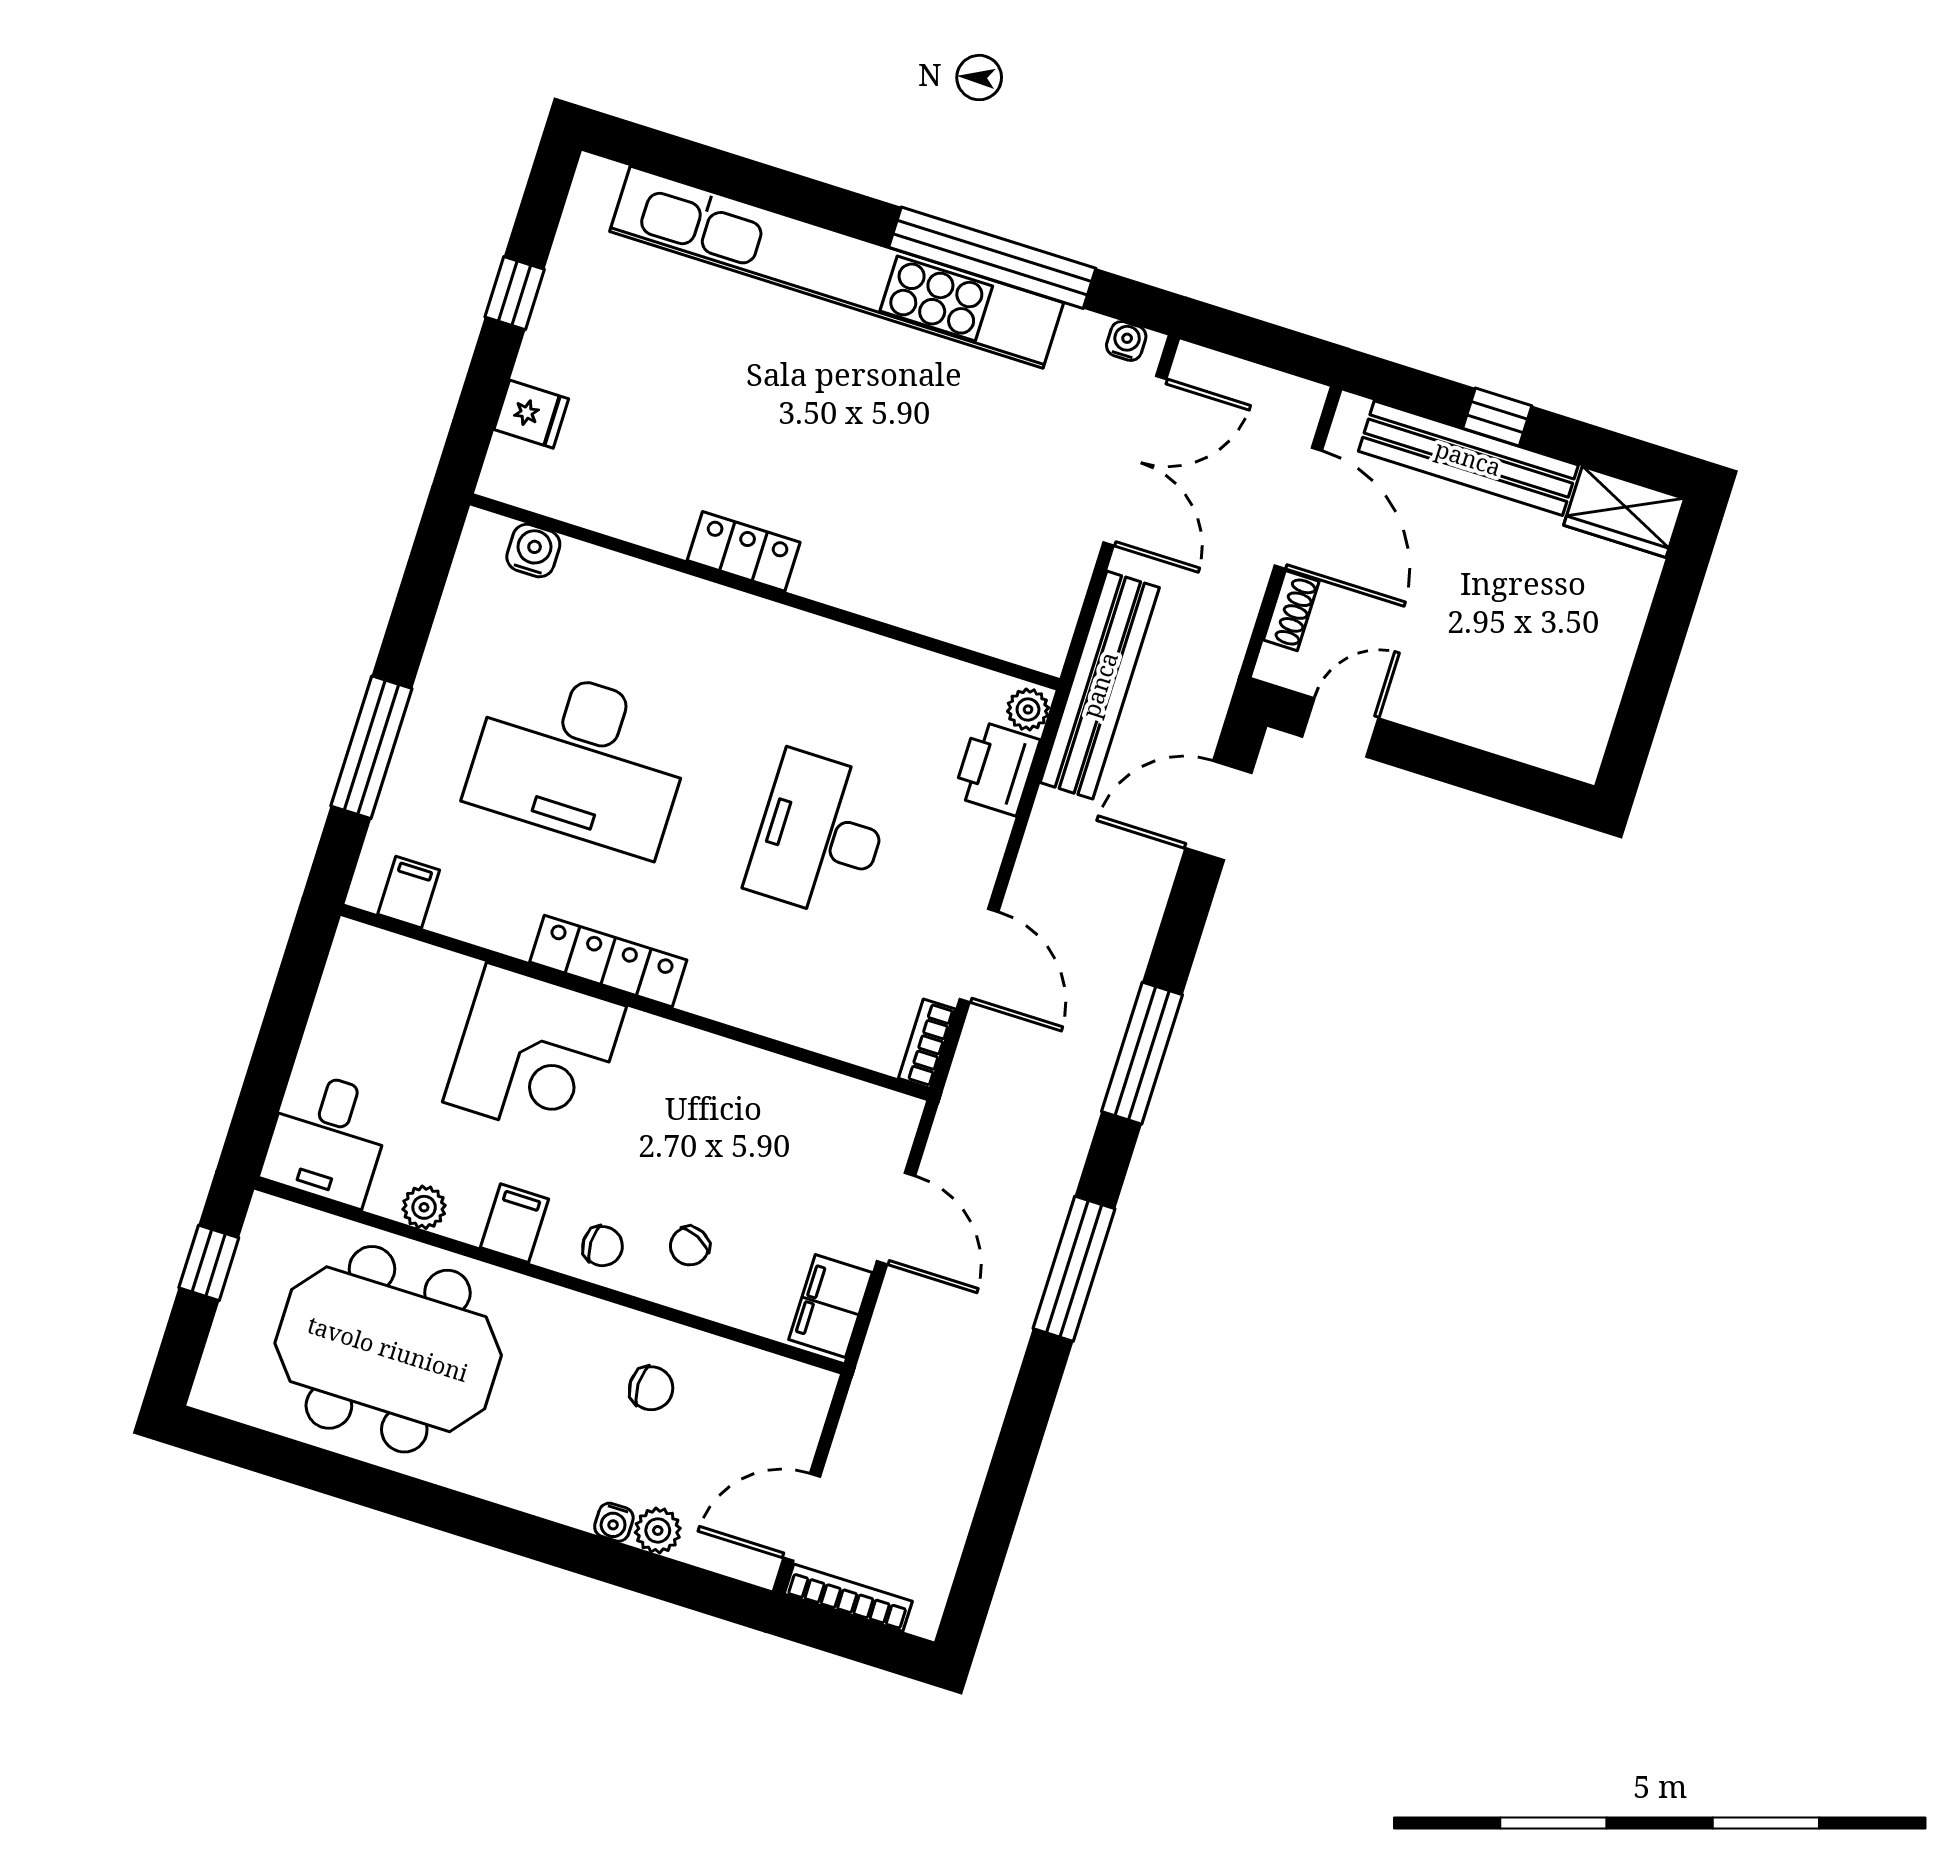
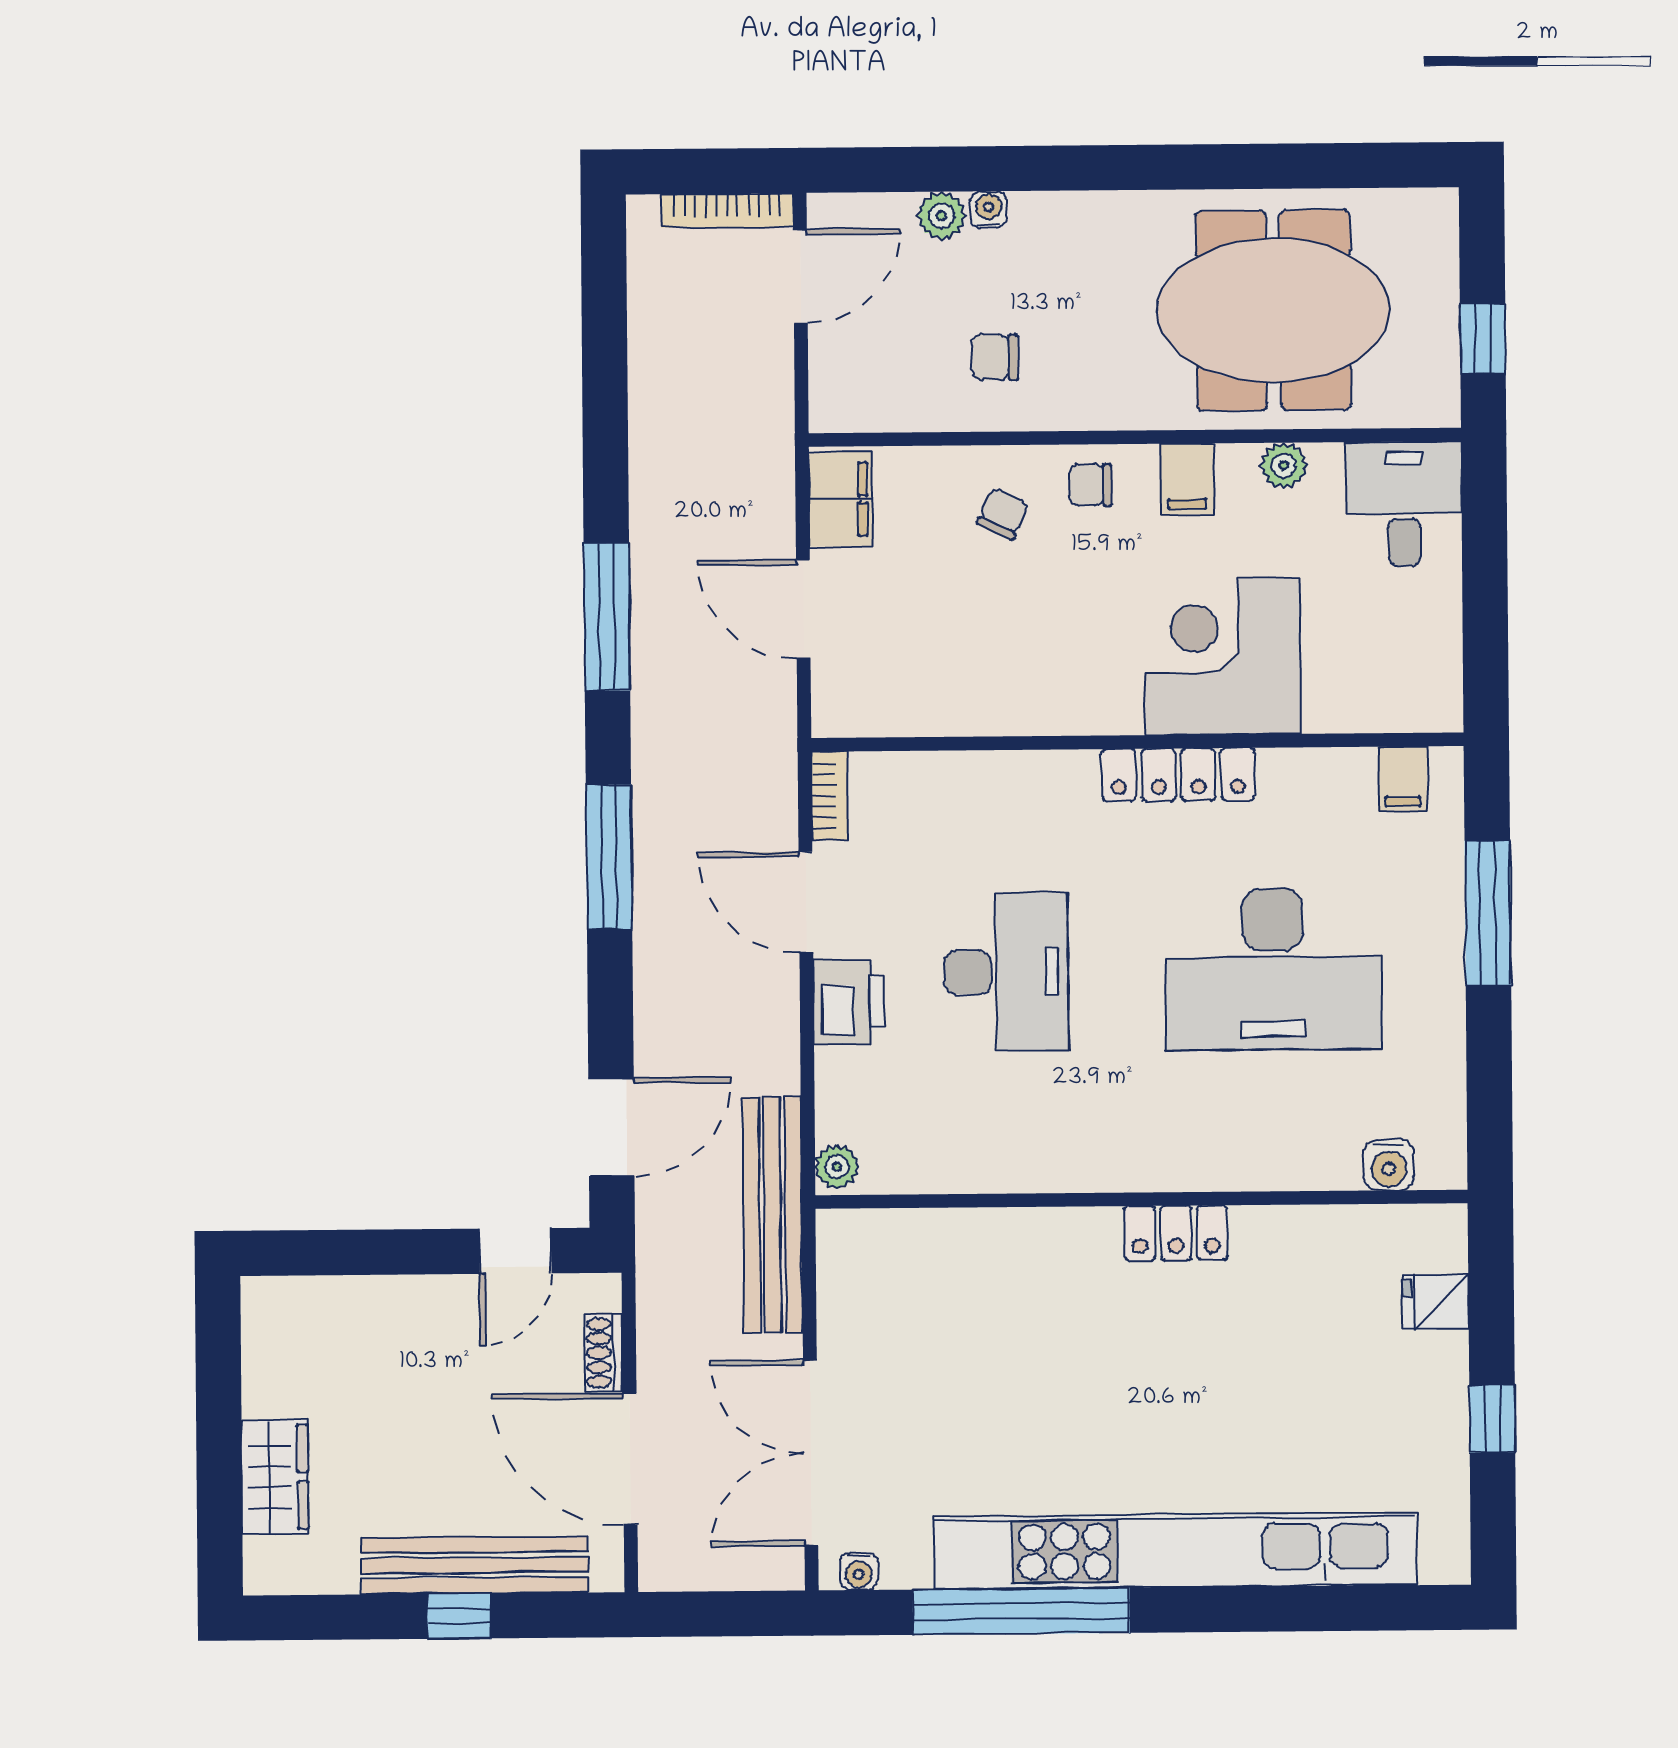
wardrobe: (1624, 512) -> (275, 1477), moved, turned 90
desk: (580, 759) -> (1273, 969), turned 180
printer: (996, 768) -> (849, 1002), moved

